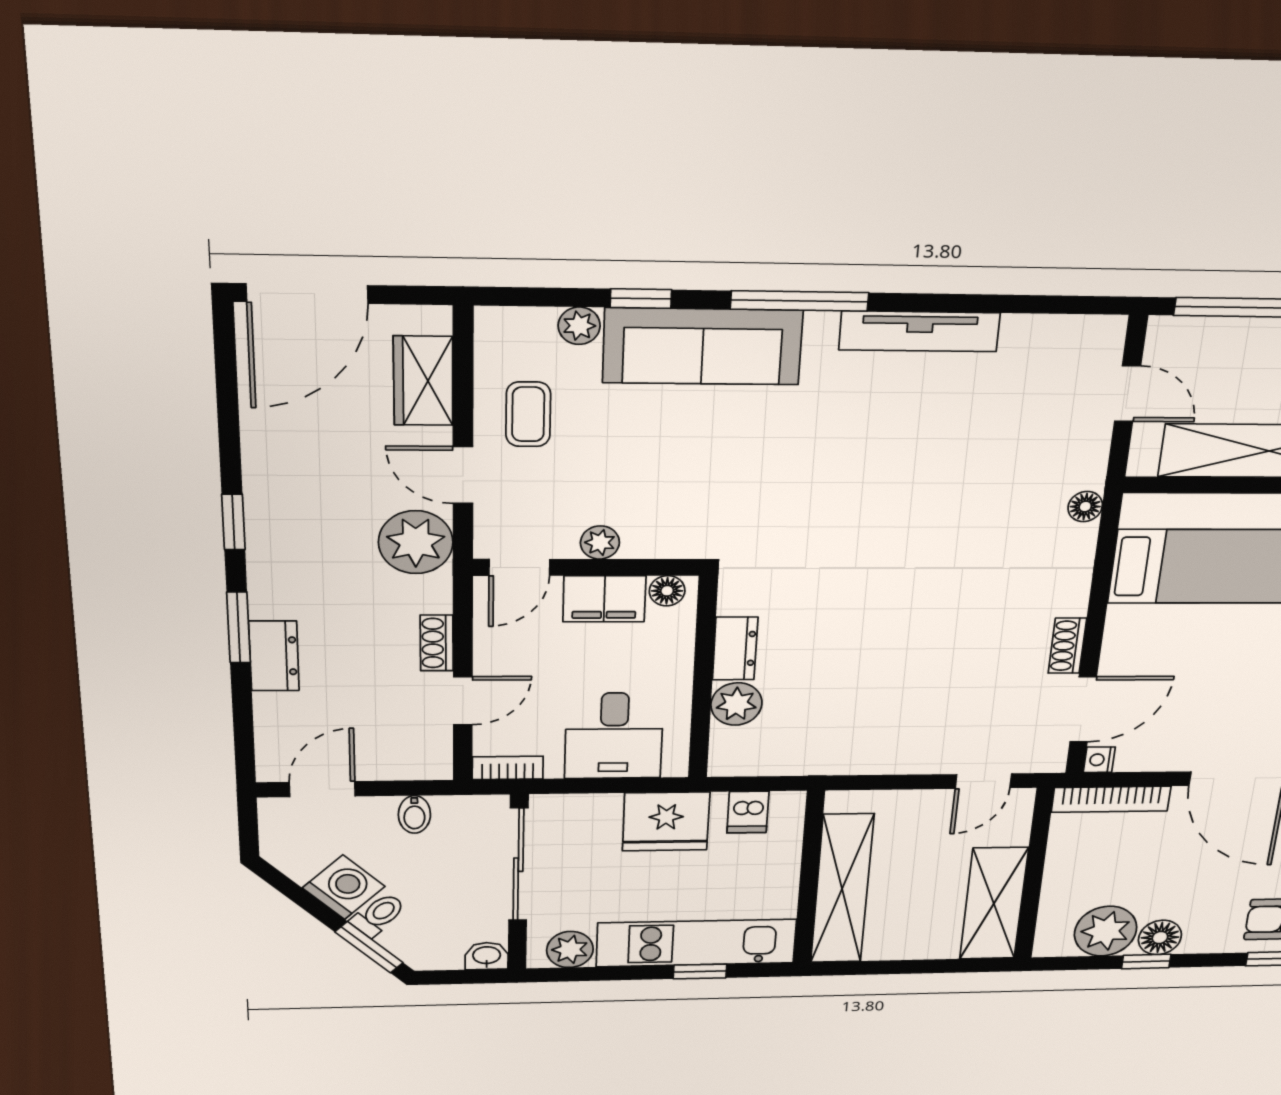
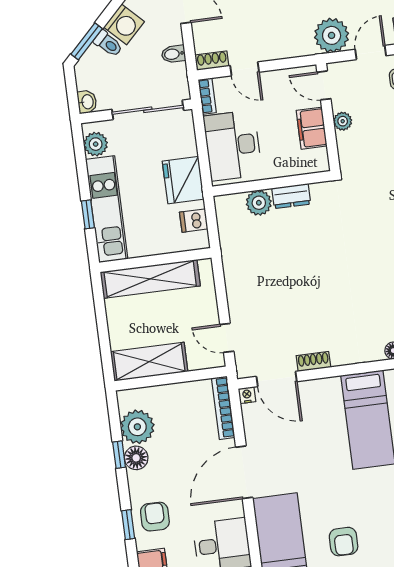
floor lamp: (667, 591) -> (320, 157), removed
shoe rack: (437, 643) -> (212, 61), moved
desk: (614, 736) -> (233, 145), width x1.37

